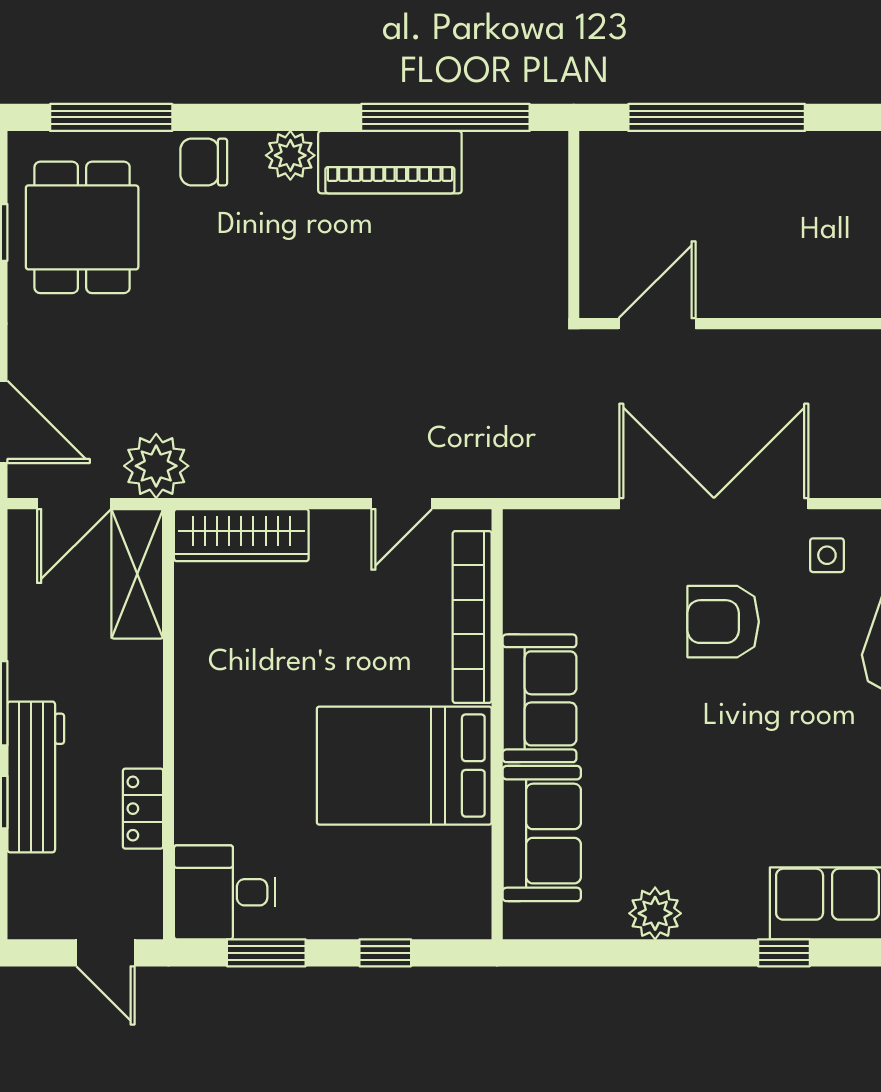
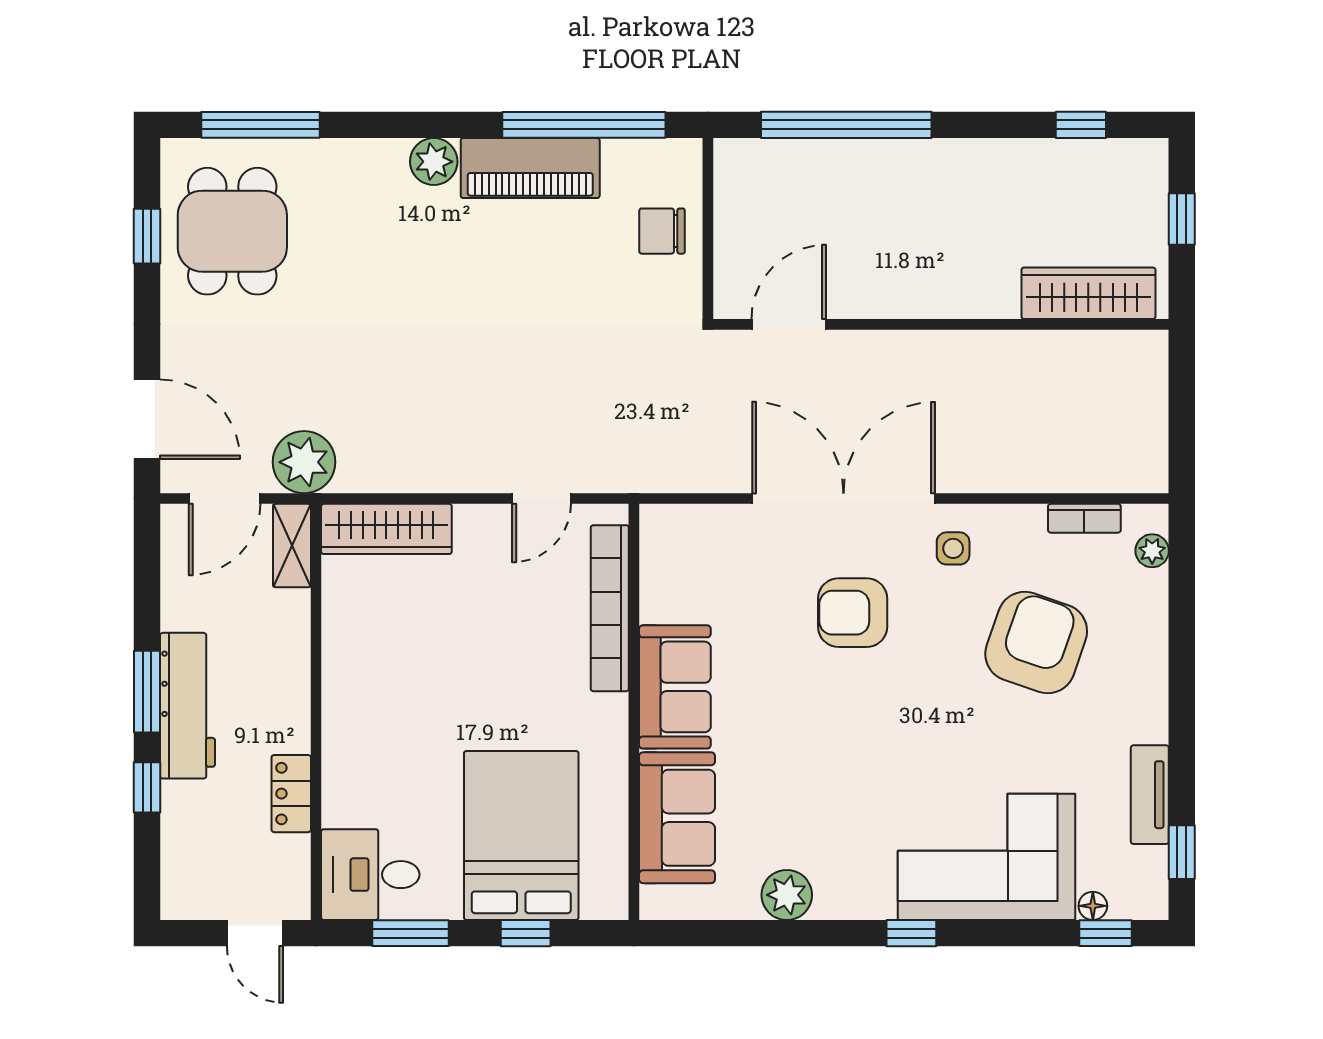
chair: (204, 162) -> (662, 231), moved
shelving: (137, 574) -> (292, 546), width x0.67, depth x0.75
bed: (404, 766) -> (521, 835), moved, turned 90
workbench: (36, 777) -> (187, 706), moved

